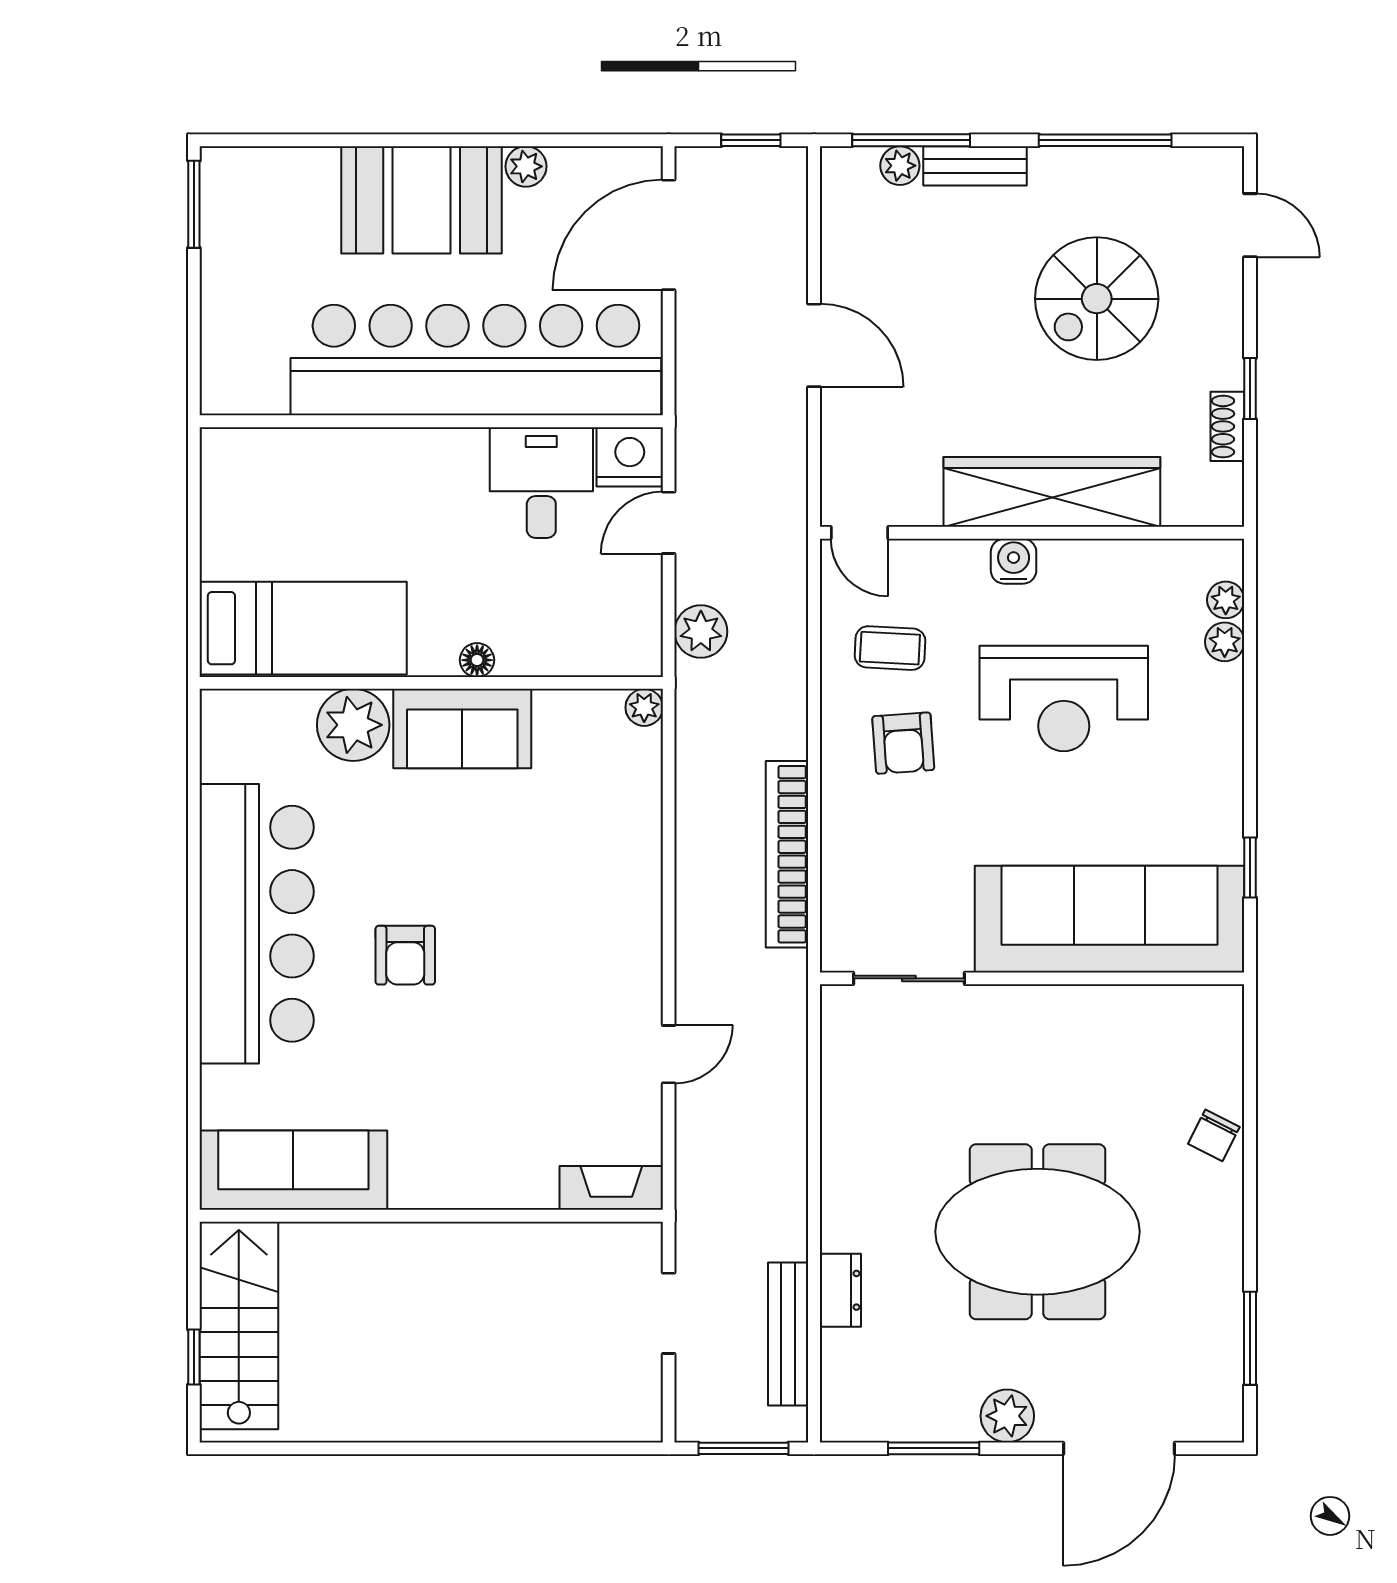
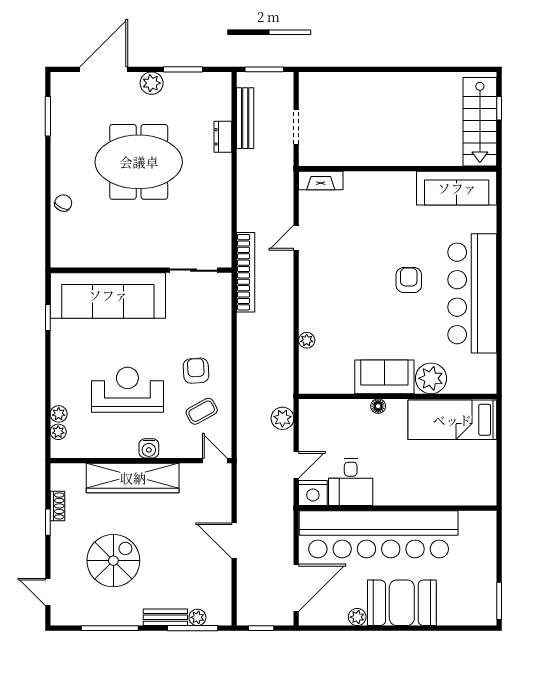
coffee table: (890, 648) -> (202, 411), turned -32
plant: (644, 707) -> (307, 340), moved
bookcase: (787, 854) -> (246, 272), moved

